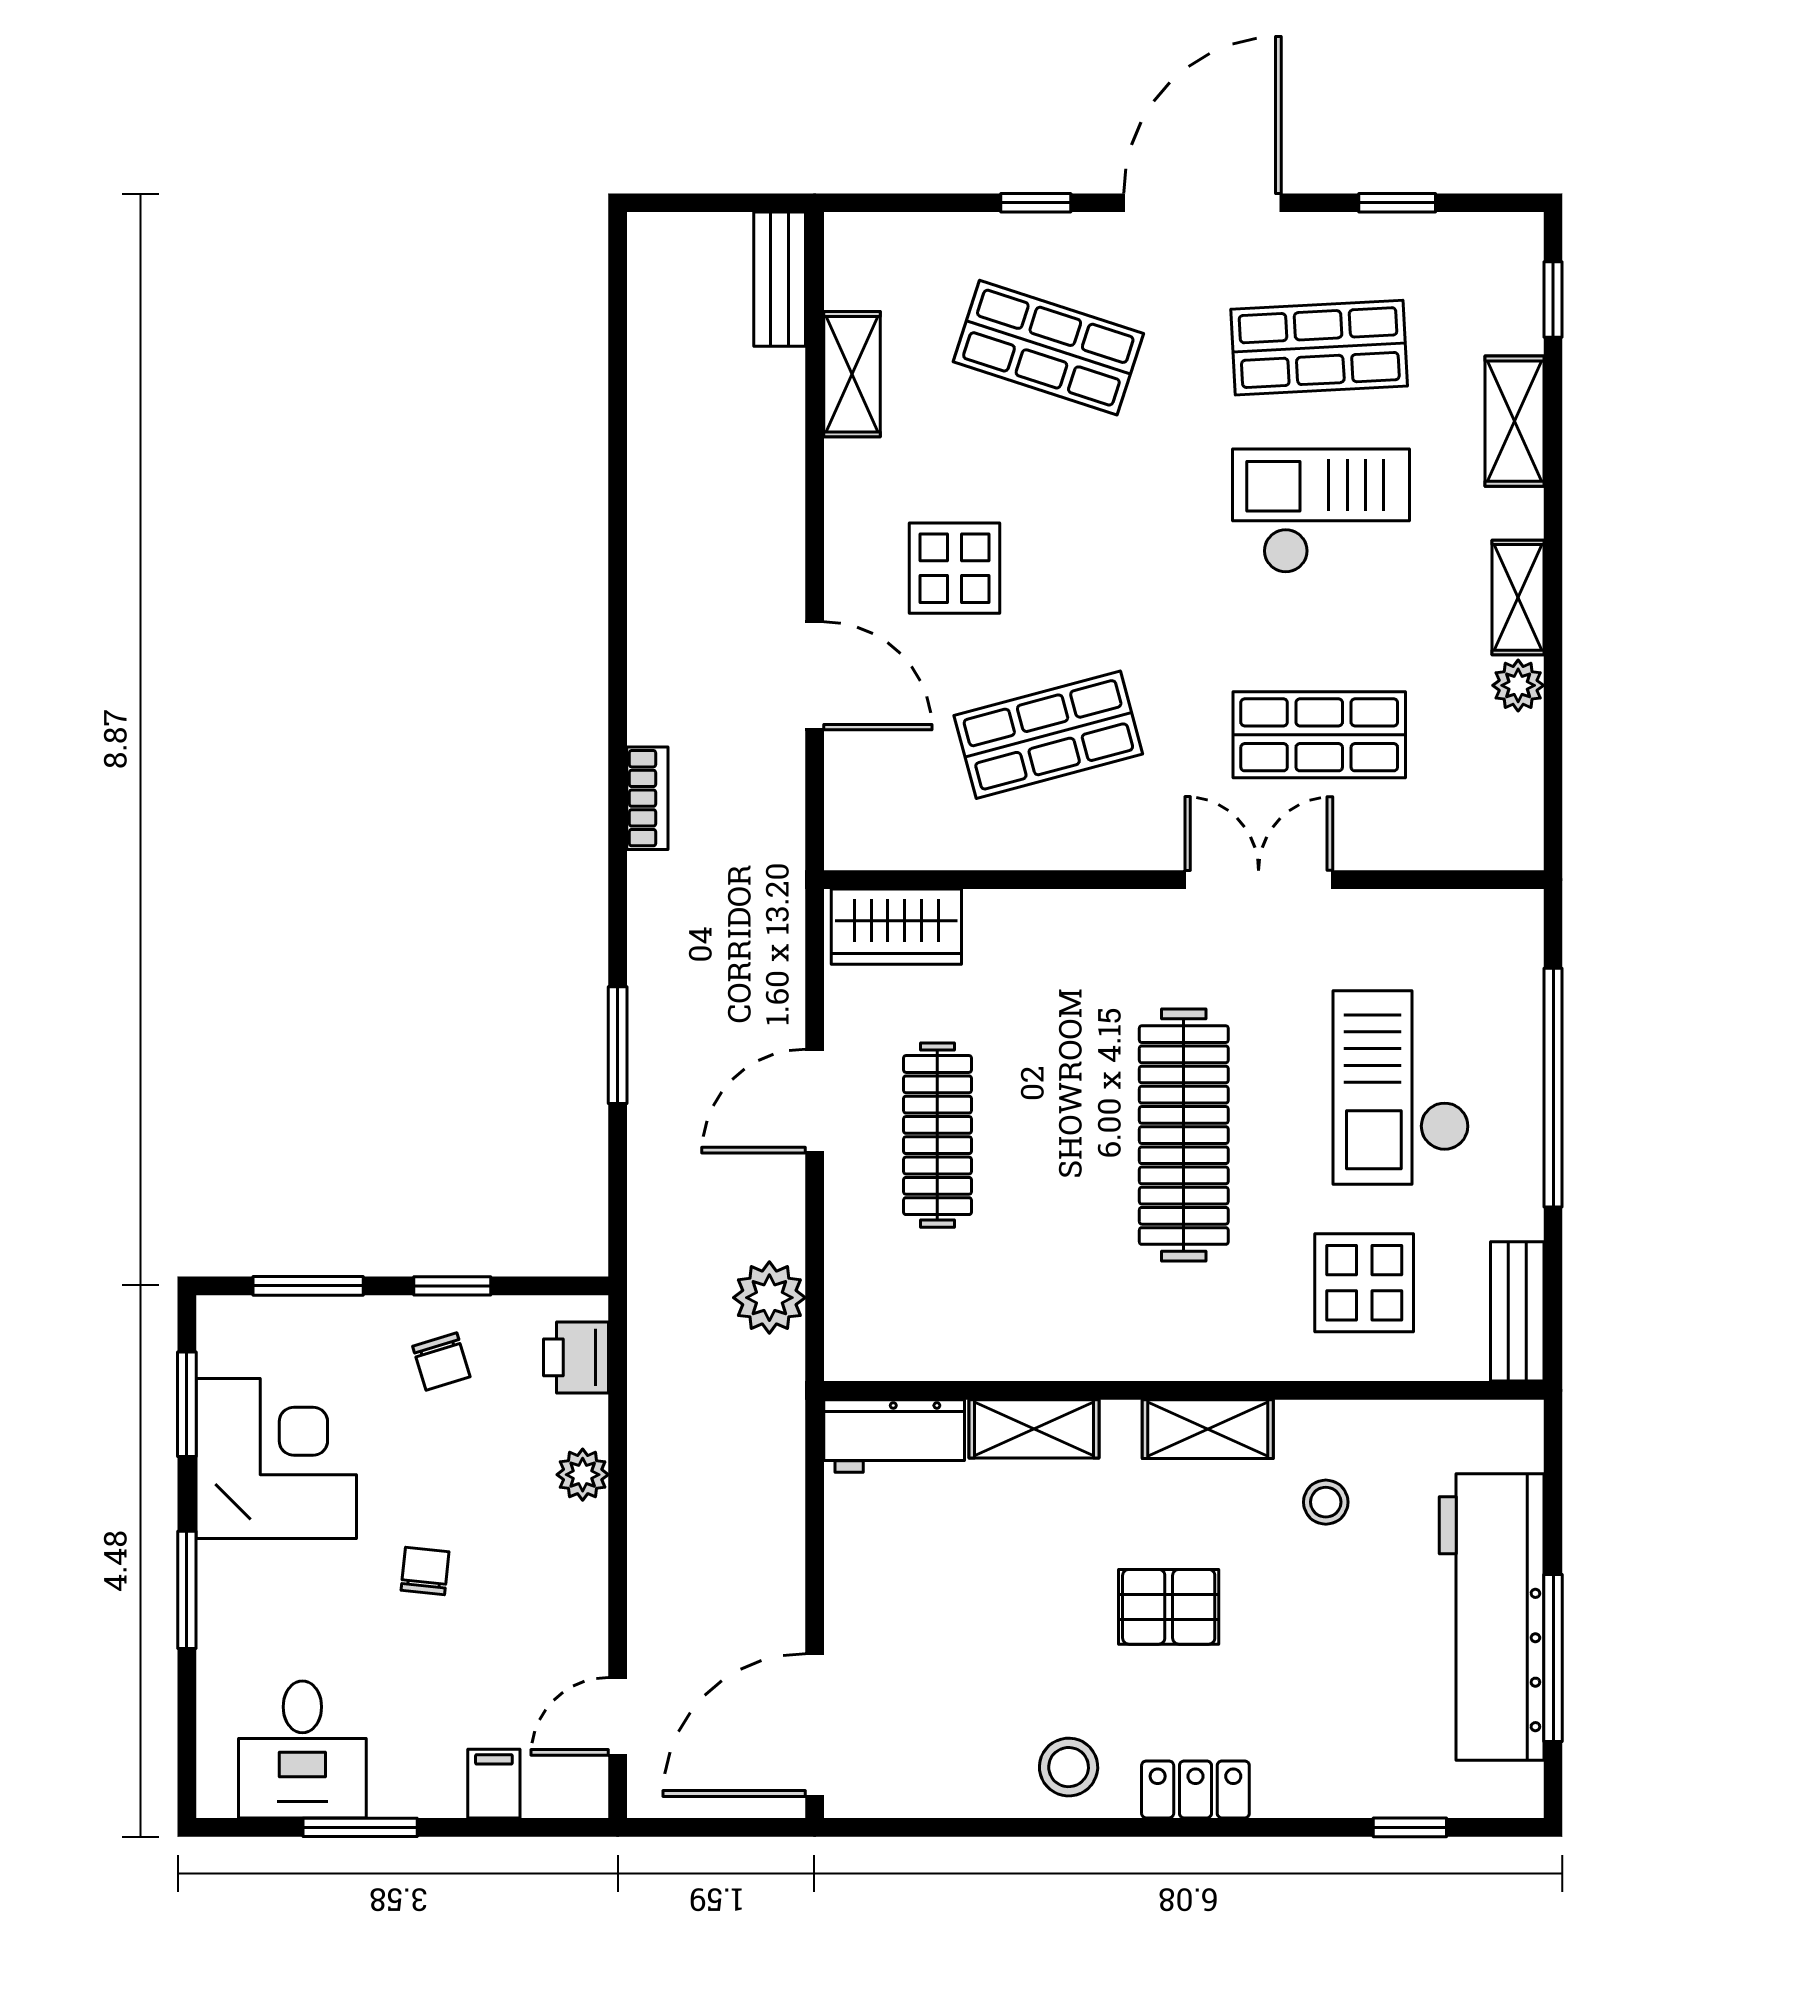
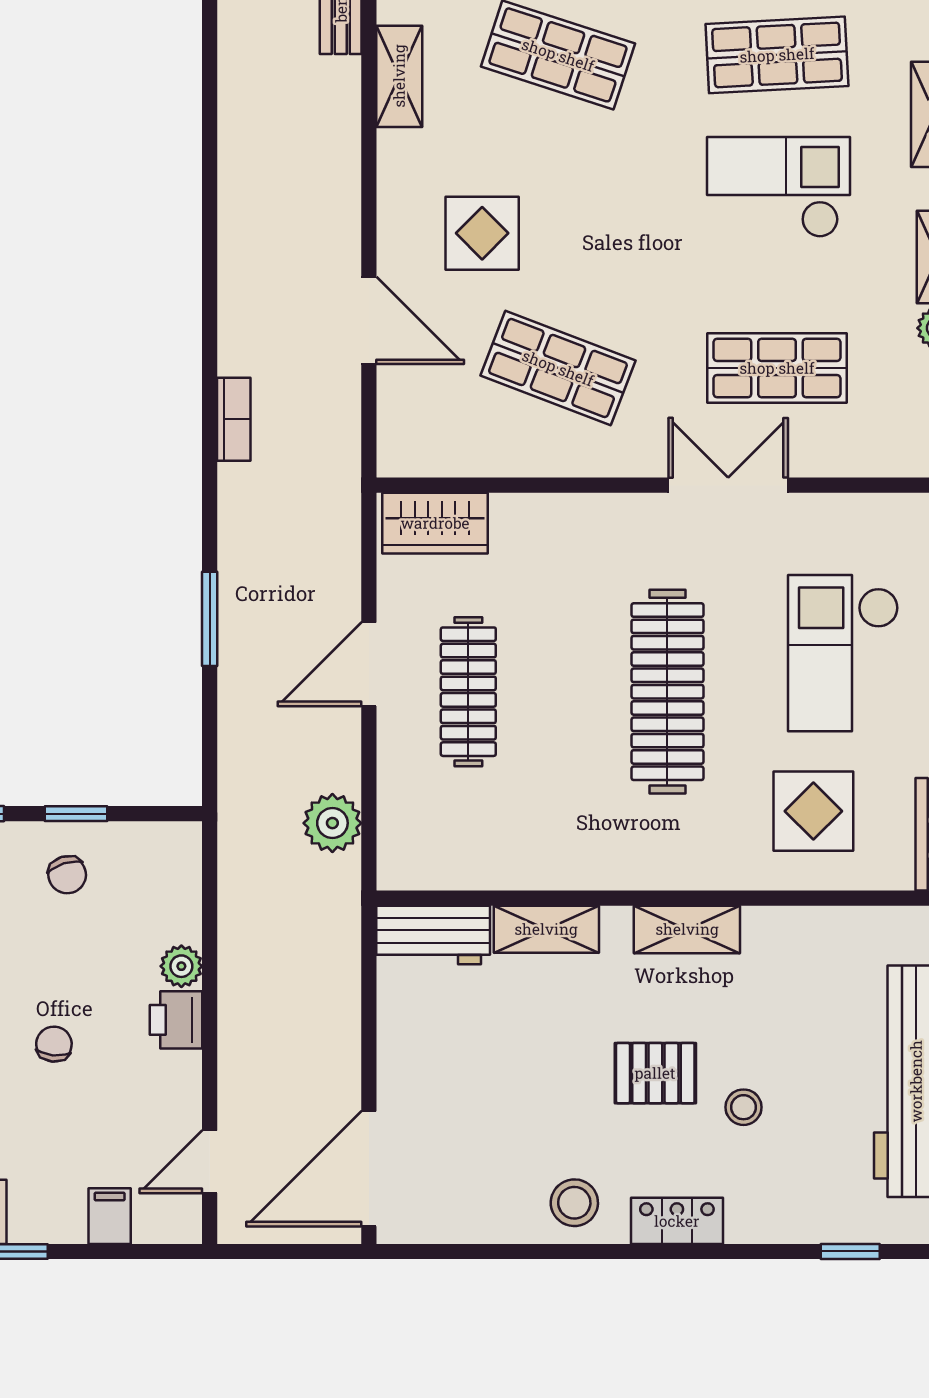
shop shelf: (1048, 735) -> (558, 368), turned 36
printer: (576, 1357) -> (176, 1020), moved
stool: (1326, 1502) -> (743, 1107), moved

